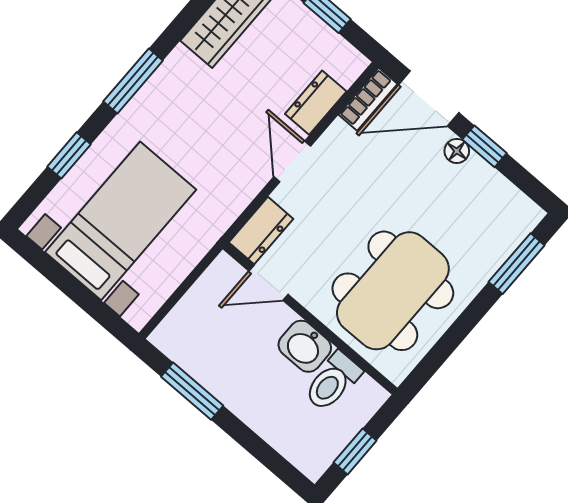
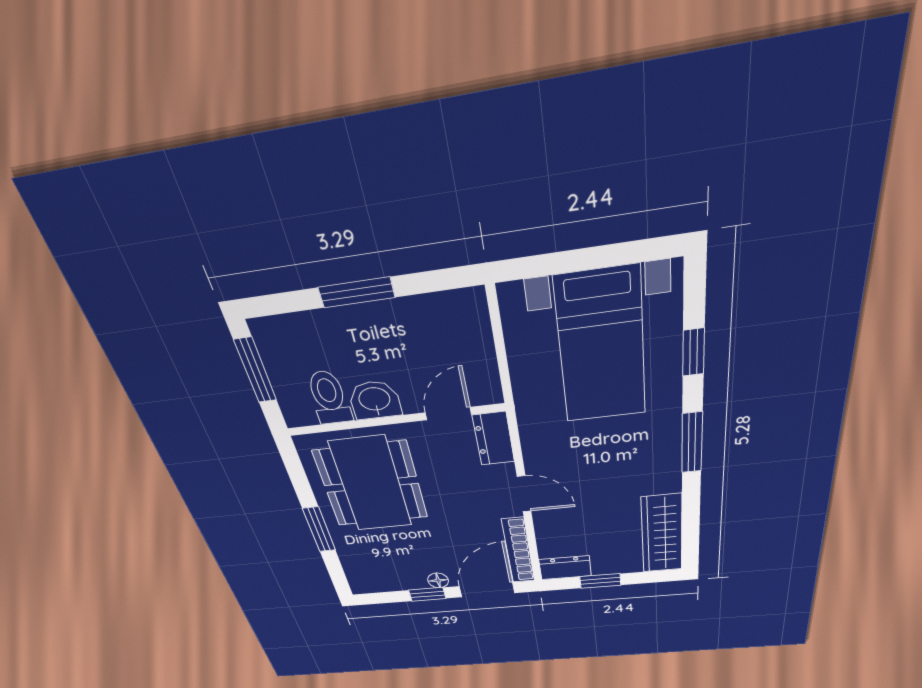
bookcase: (368, 99) -> (518, 550), width x1.56
dresser: (316, 103) -> (565, 568), moved, turned -90
window: (517, 264) -> (319, 529), moved
window: (192, 391) -> (357, 292), moved
window: (355, 451) -> (255, 370), width x1.50

